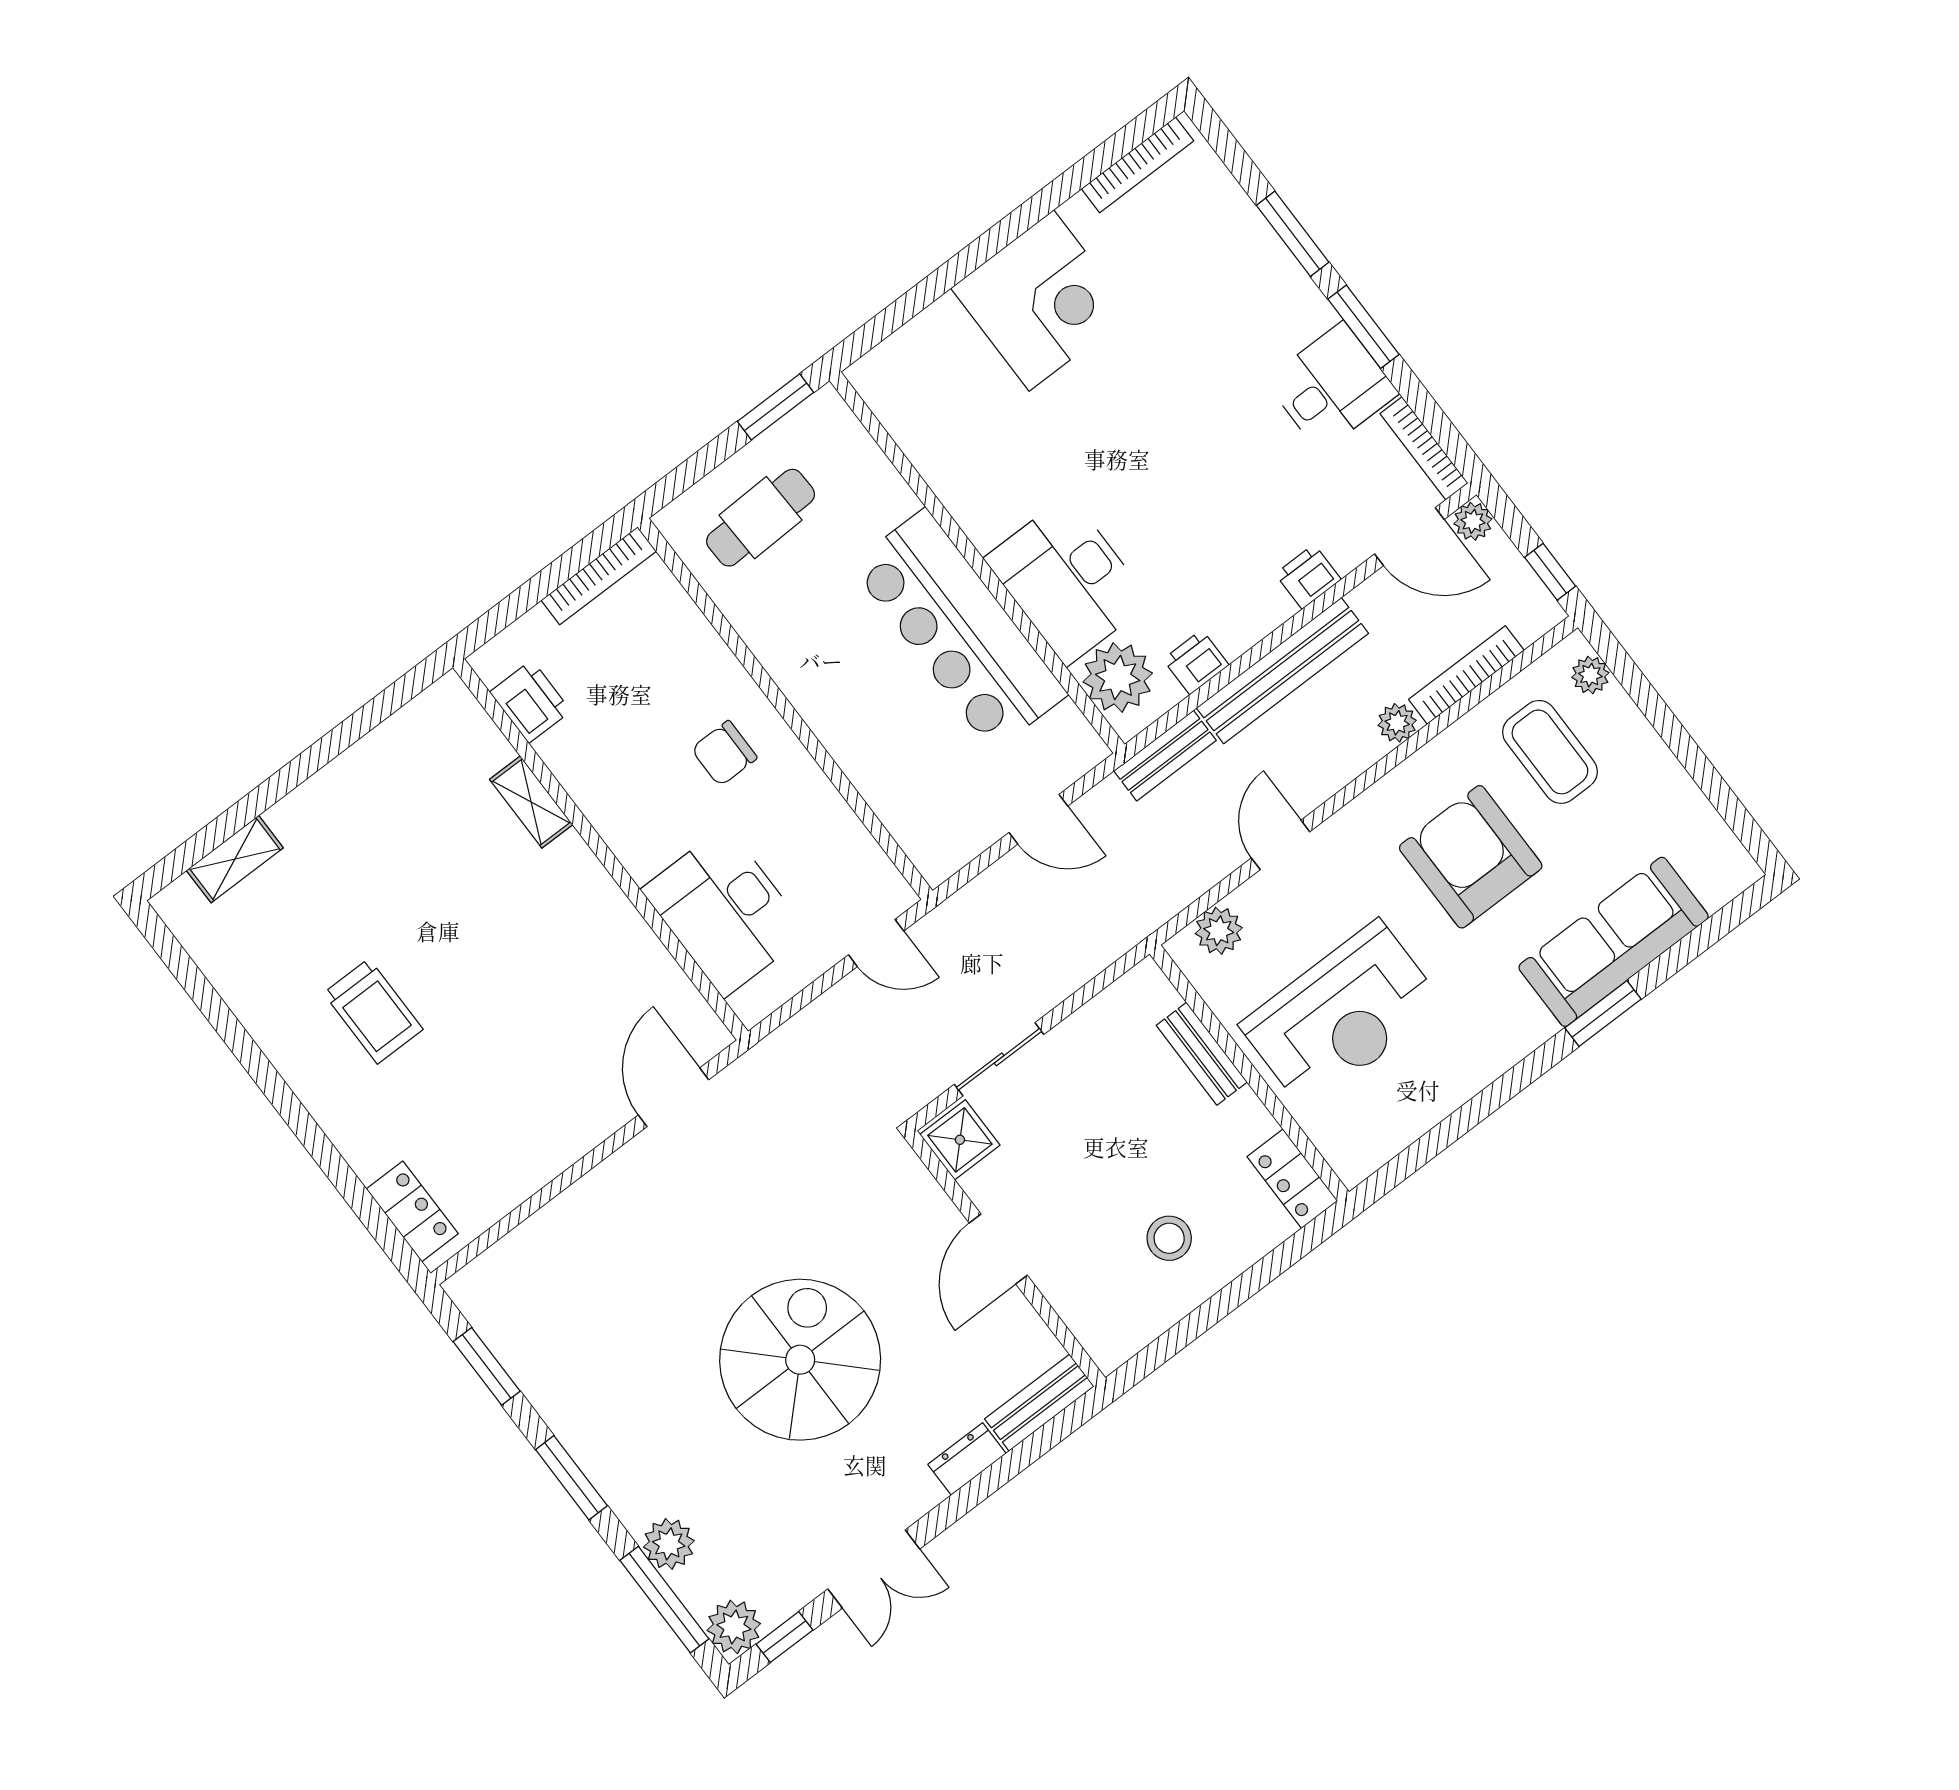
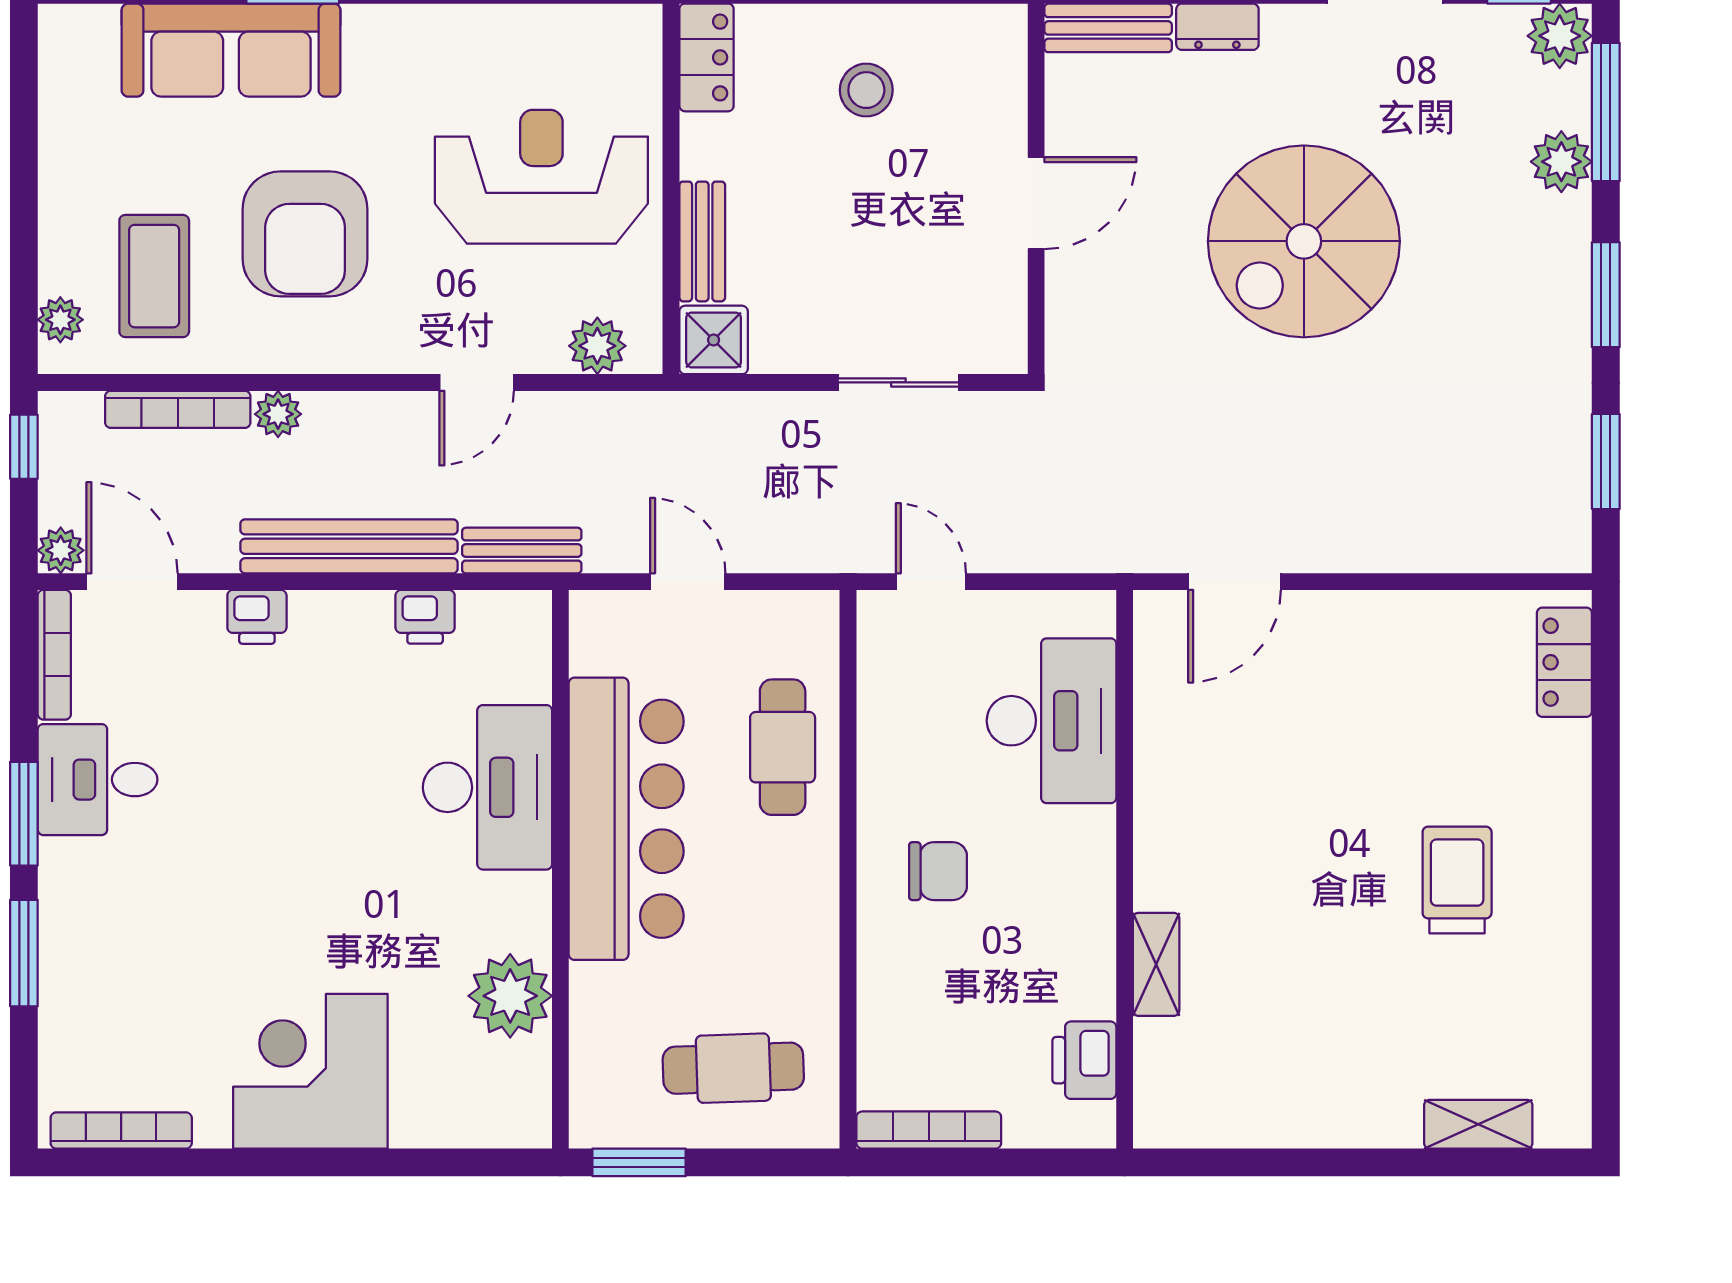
plant: (1118, 677) -> (510, 996), moved
cafe table: (891, 757) -> (783, 747), added
shower: (960, 1140) -> (714, 340), moved

